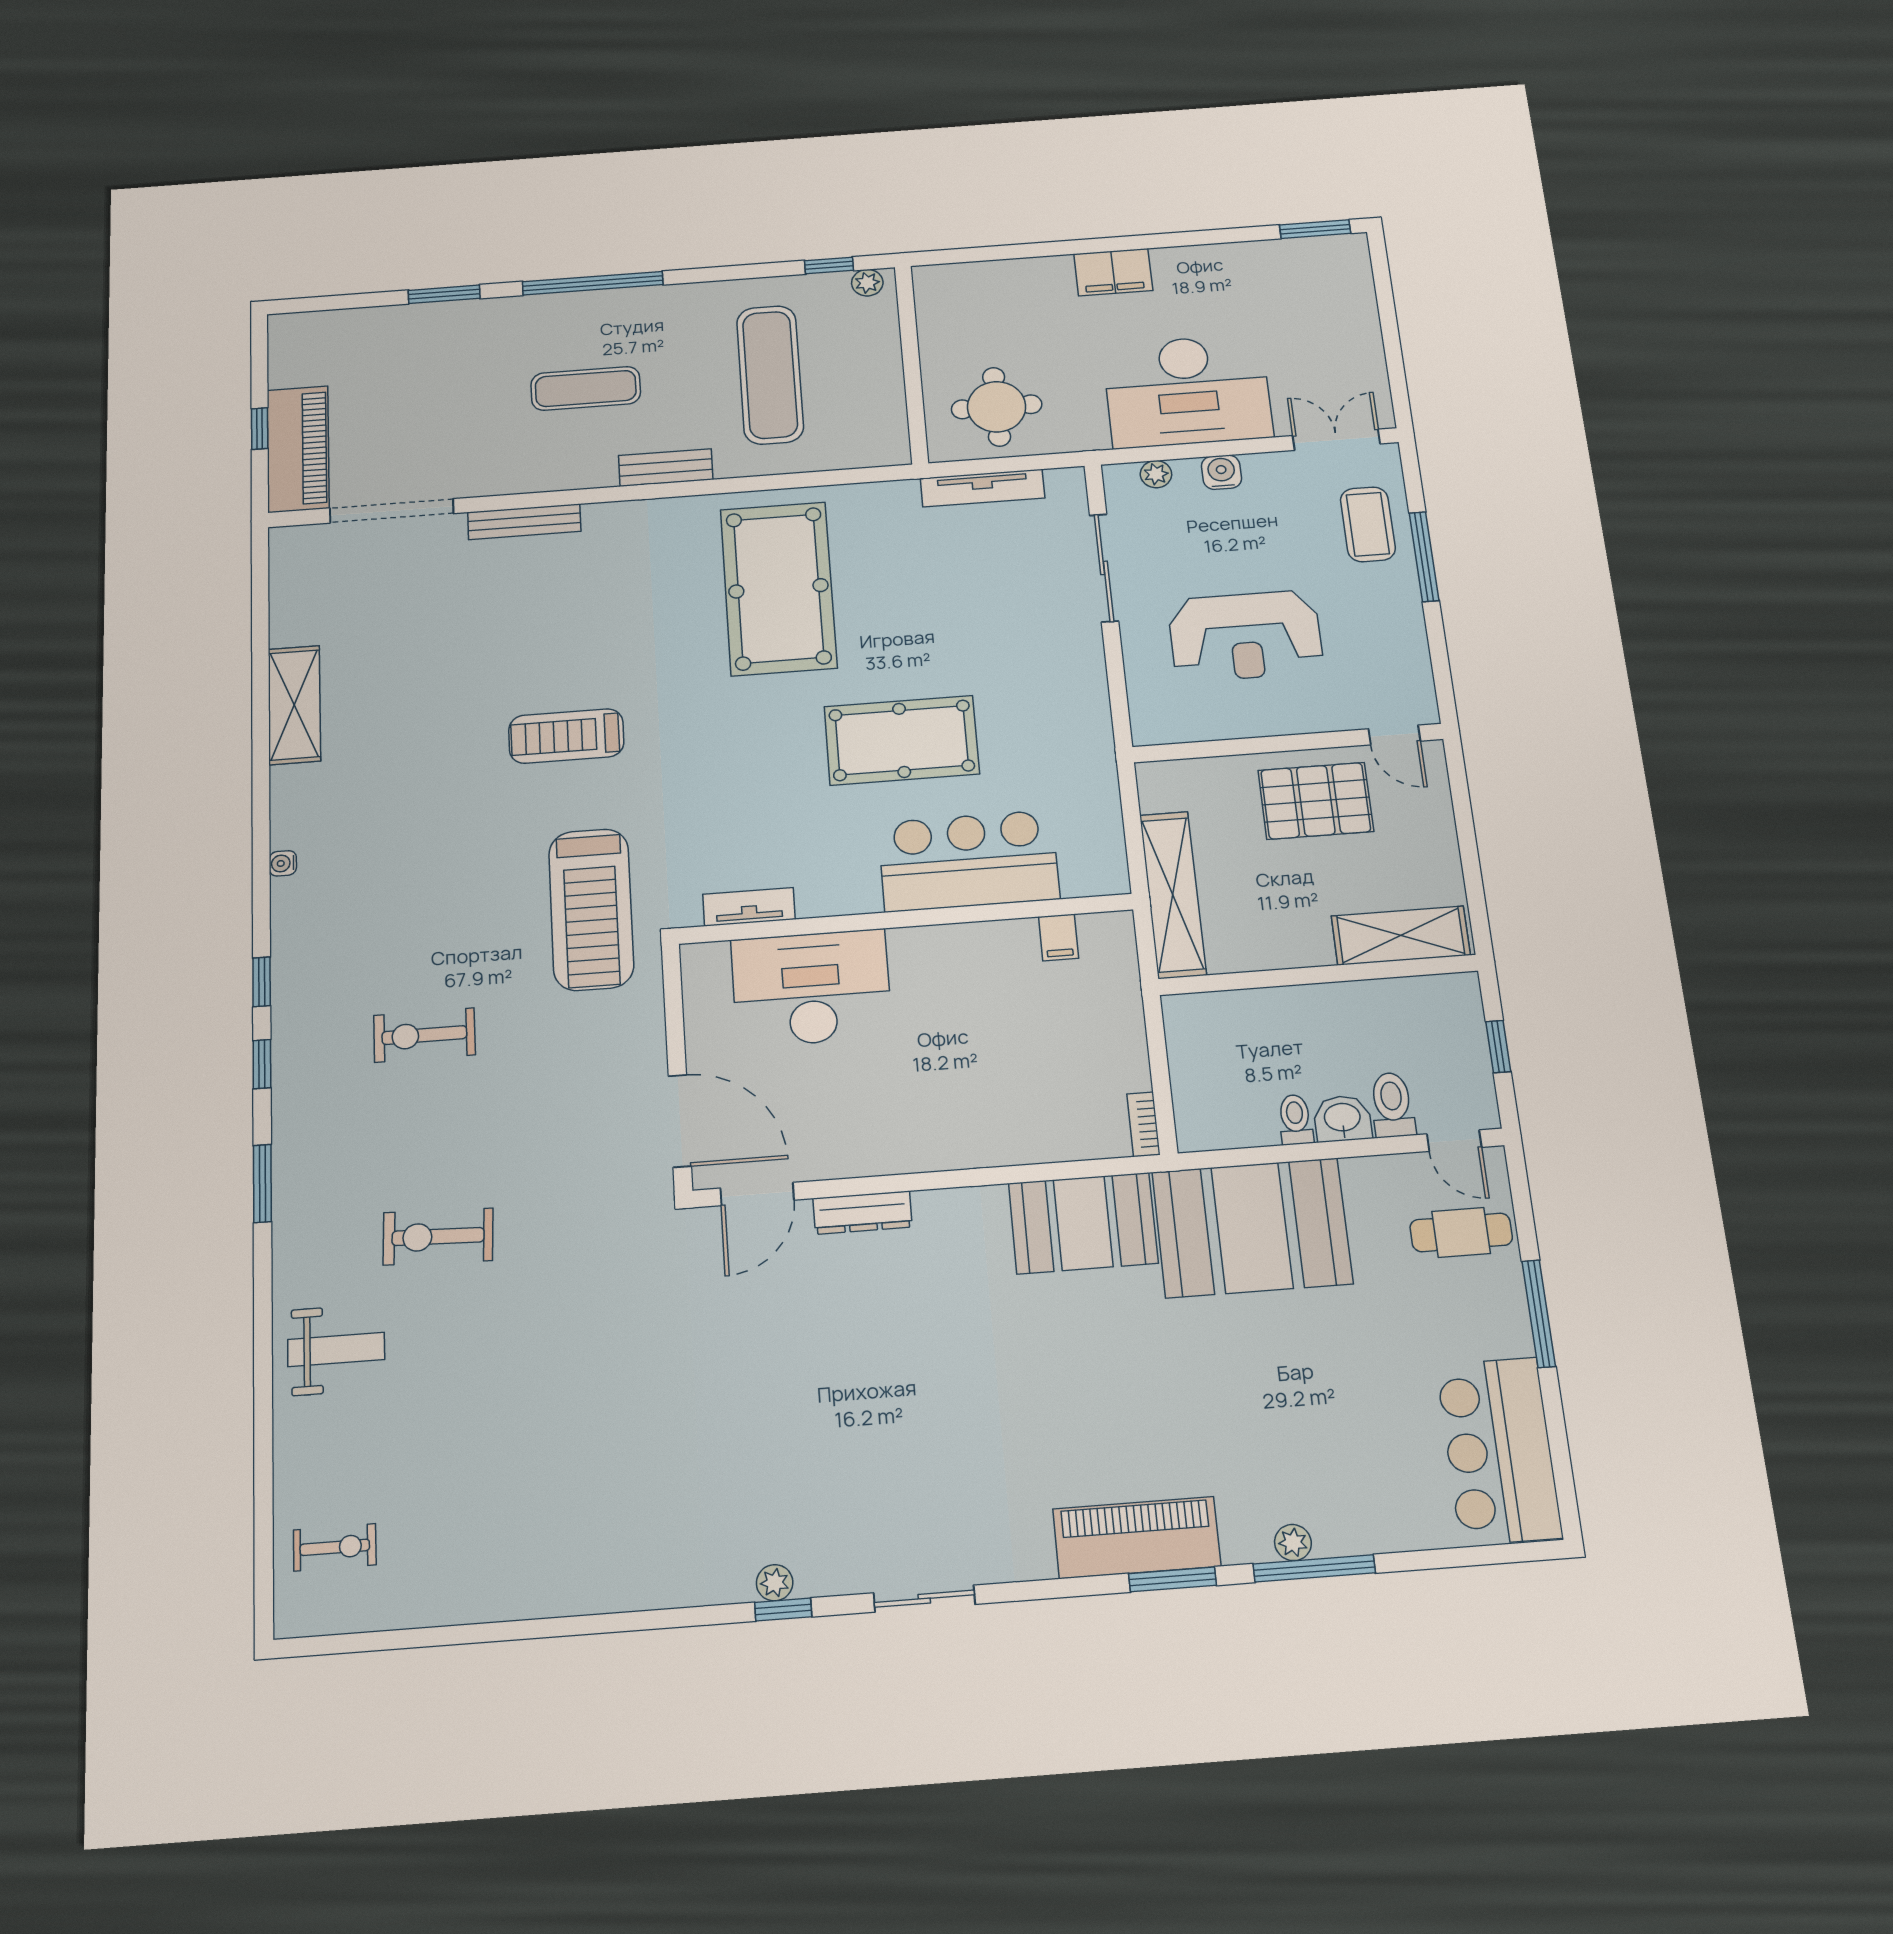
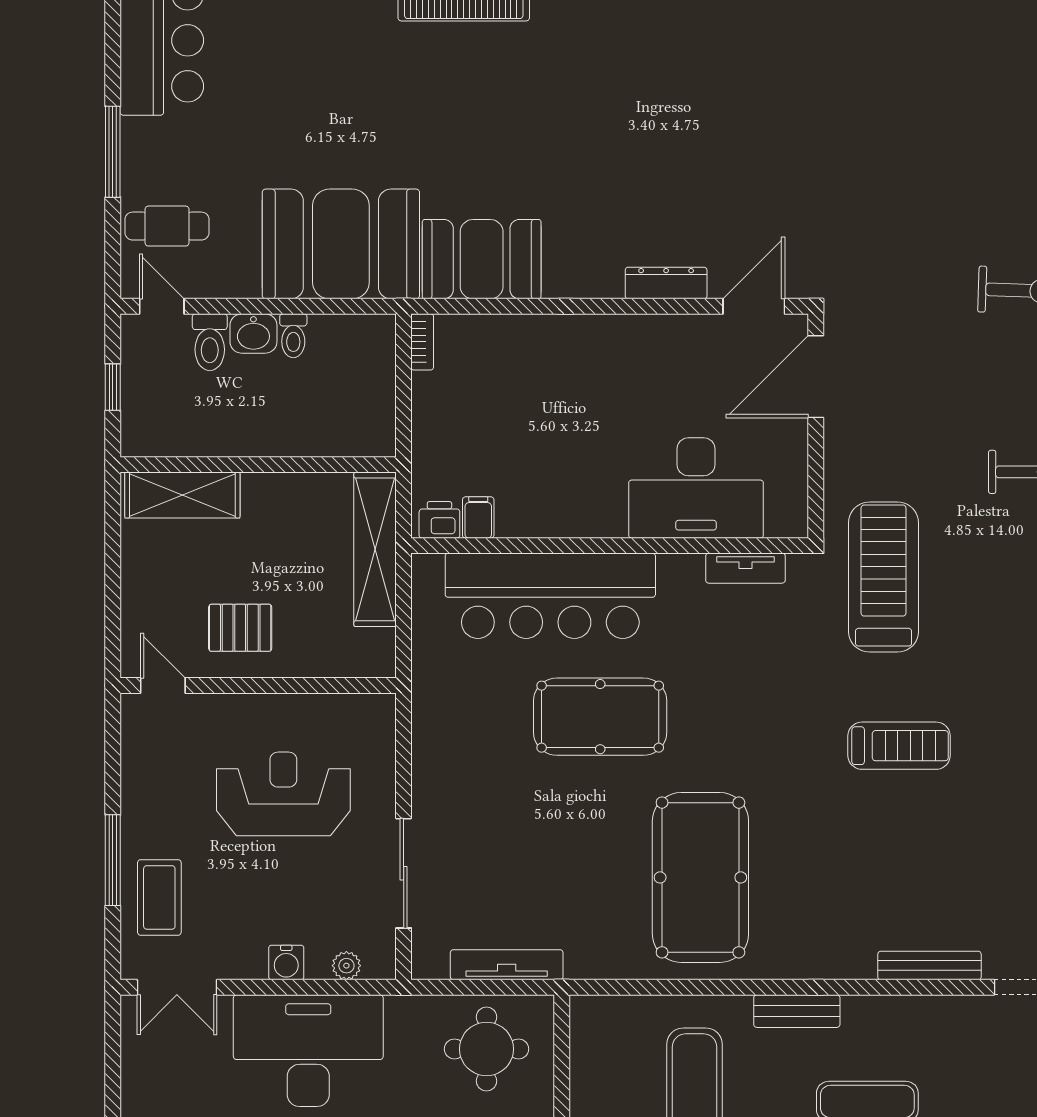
pallet: (1316, 801) -> (240, 628), width x0.67, depth x0.71
bar counter: (969, 861) -> (550, 596), width x1.36
printer: (1103, 931) -> (439, 520), added
door: (680, 1121) -> (816, 377), hinge flipped

